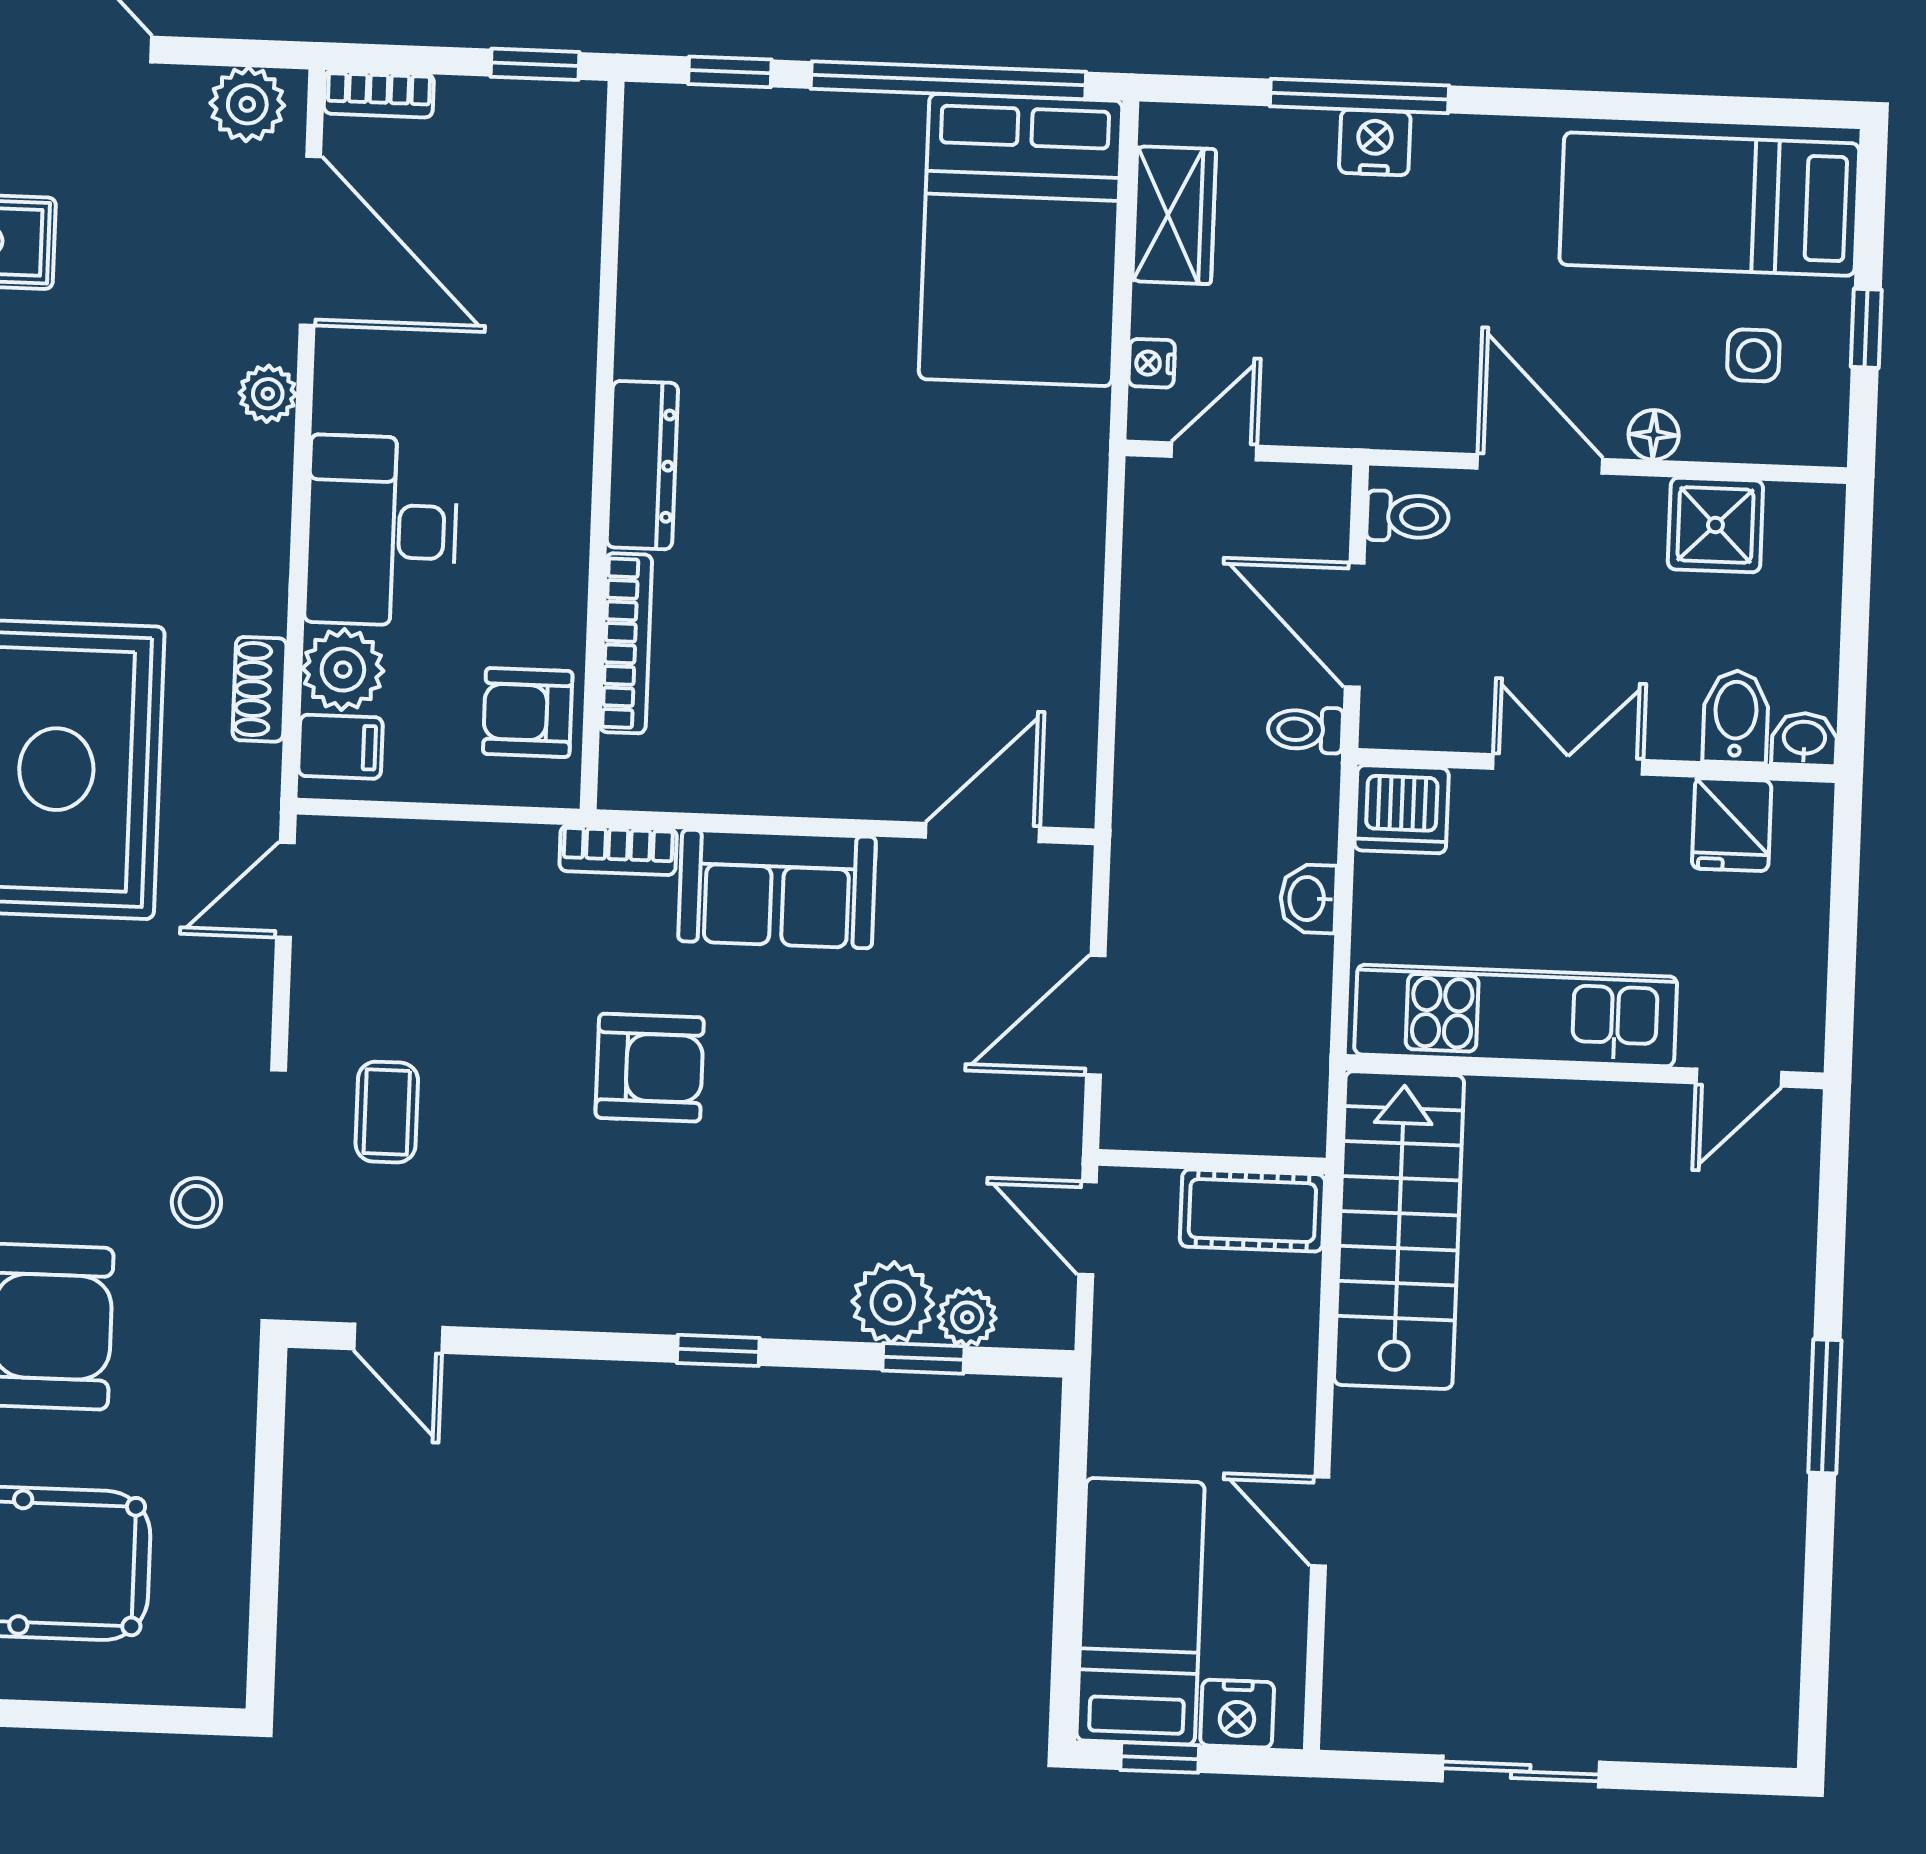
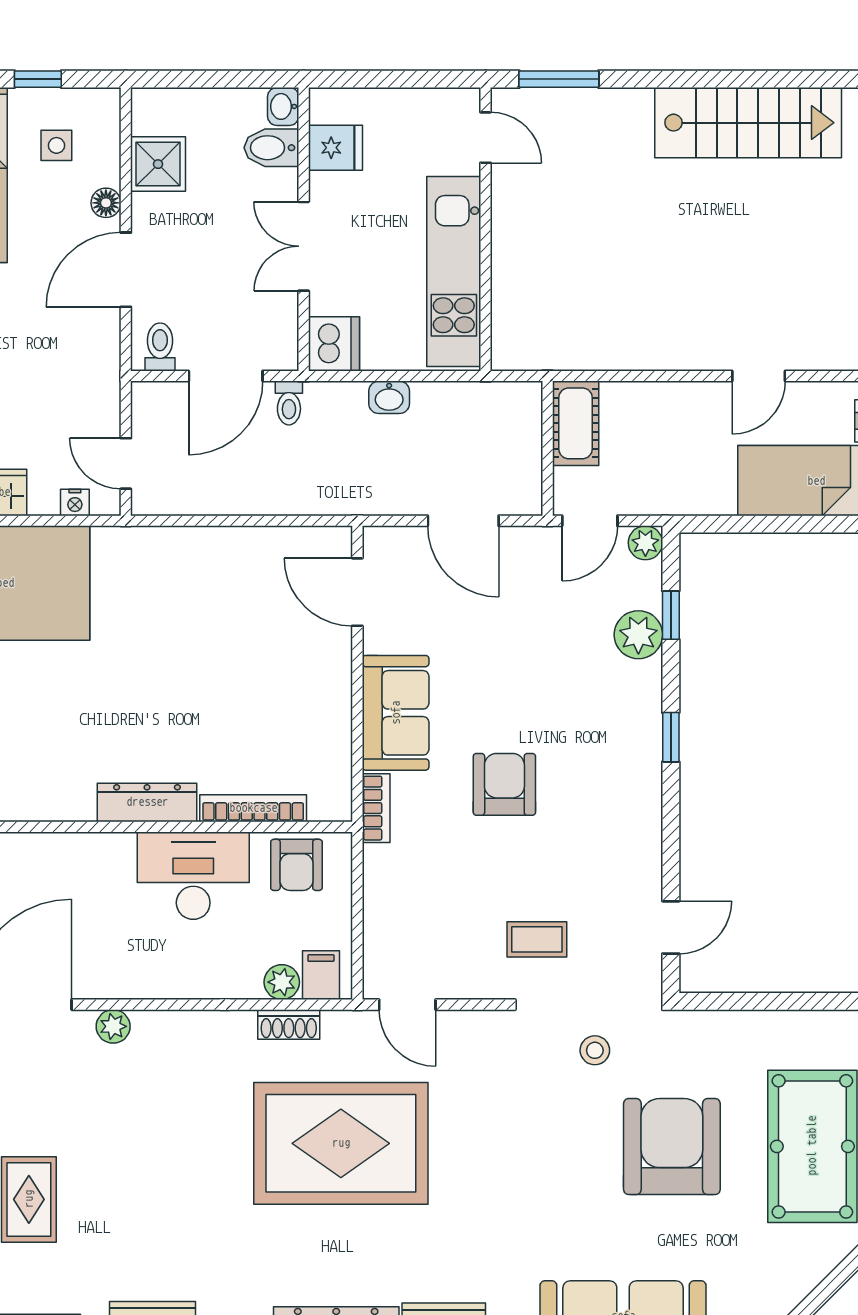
desk: (381, 531) -> (193, 876), moved, turned 180
plant: (343, 670) -> (282, 982), width x0.73, depth x0.73
stairs: (1399, 1230) -> (748, 123), moved, turned 180
plant: (967, 1317) -> (645, 543), moved
window: (1825, 1406) -> (559, 79), moved

